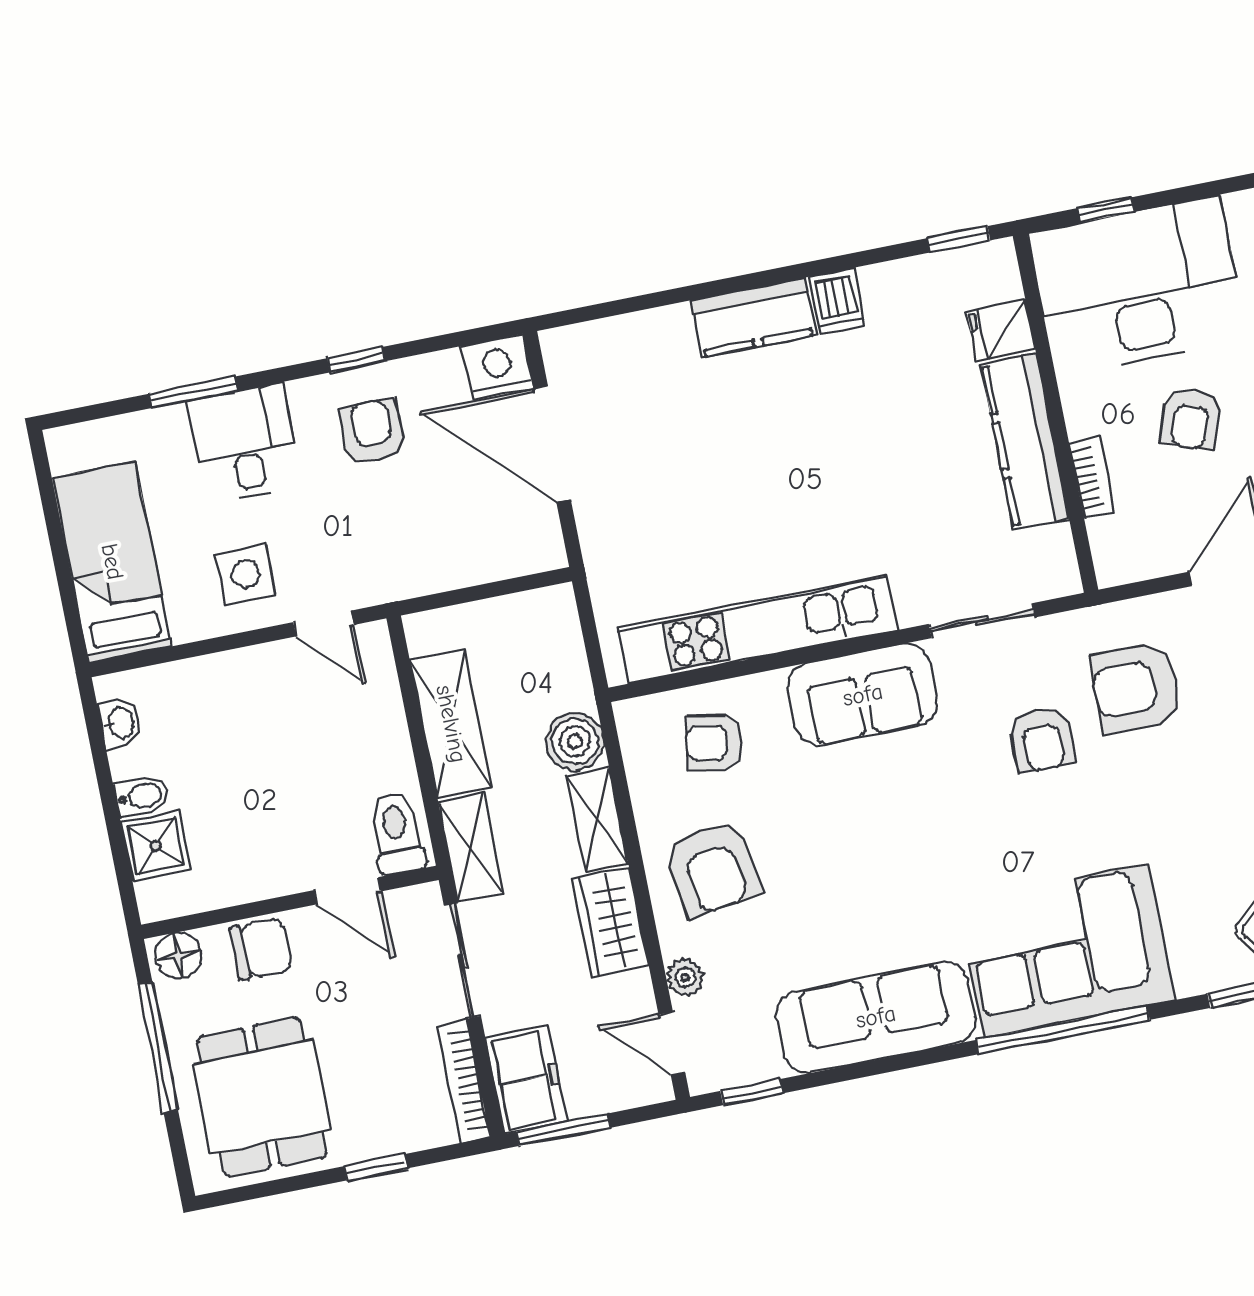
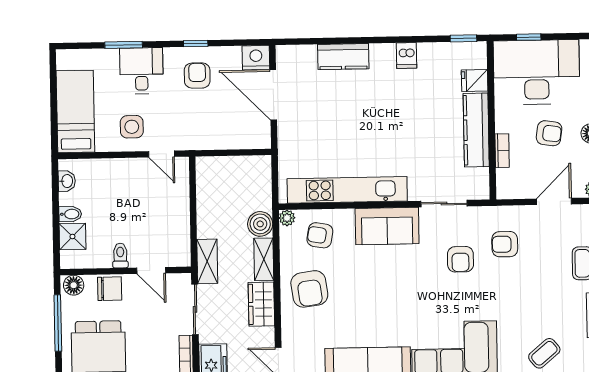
kitchen counter: (753, 317) -> (343, 57), moved
armchair: (1191, 419) -> (549, 133), turned -101
armchair: (1136, 688) -> (505, 244), width x0.72, depth x0.72
shelving: (451, 724) -> (208, 207), removed
toilet: (397, 833) -> (120, 255), moved, width x0.73, depth x0.72
plant: (685, 977) -> (287, 218), moved

